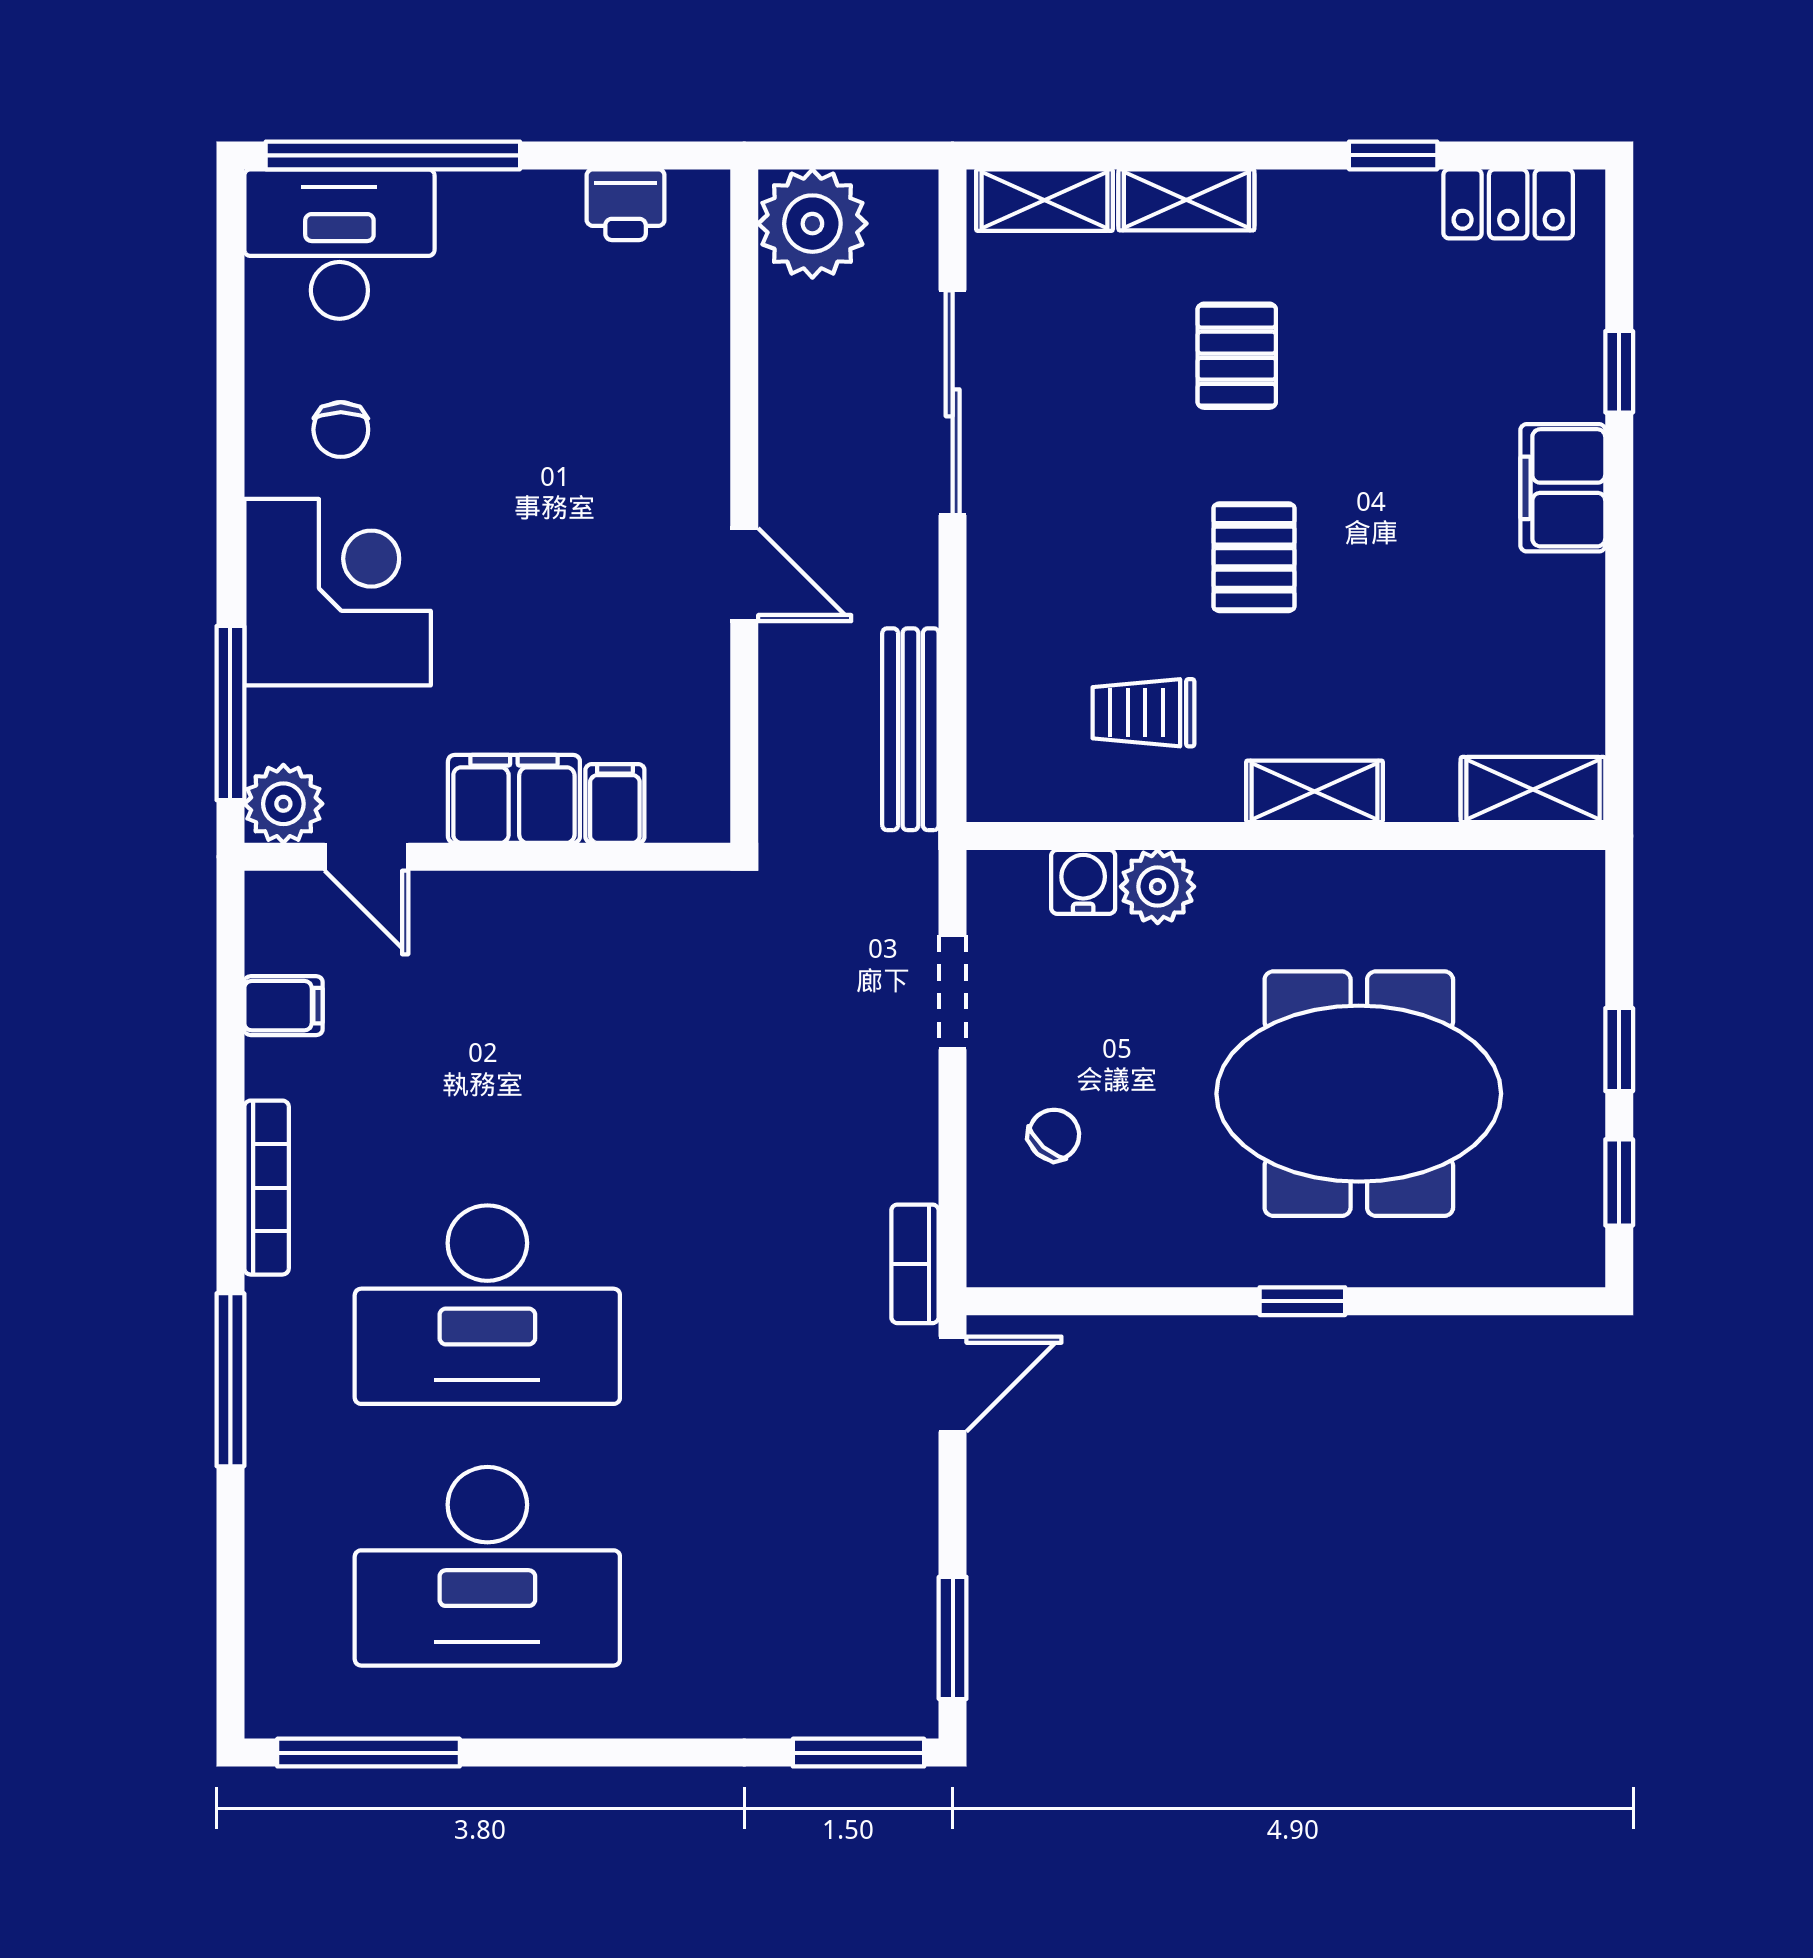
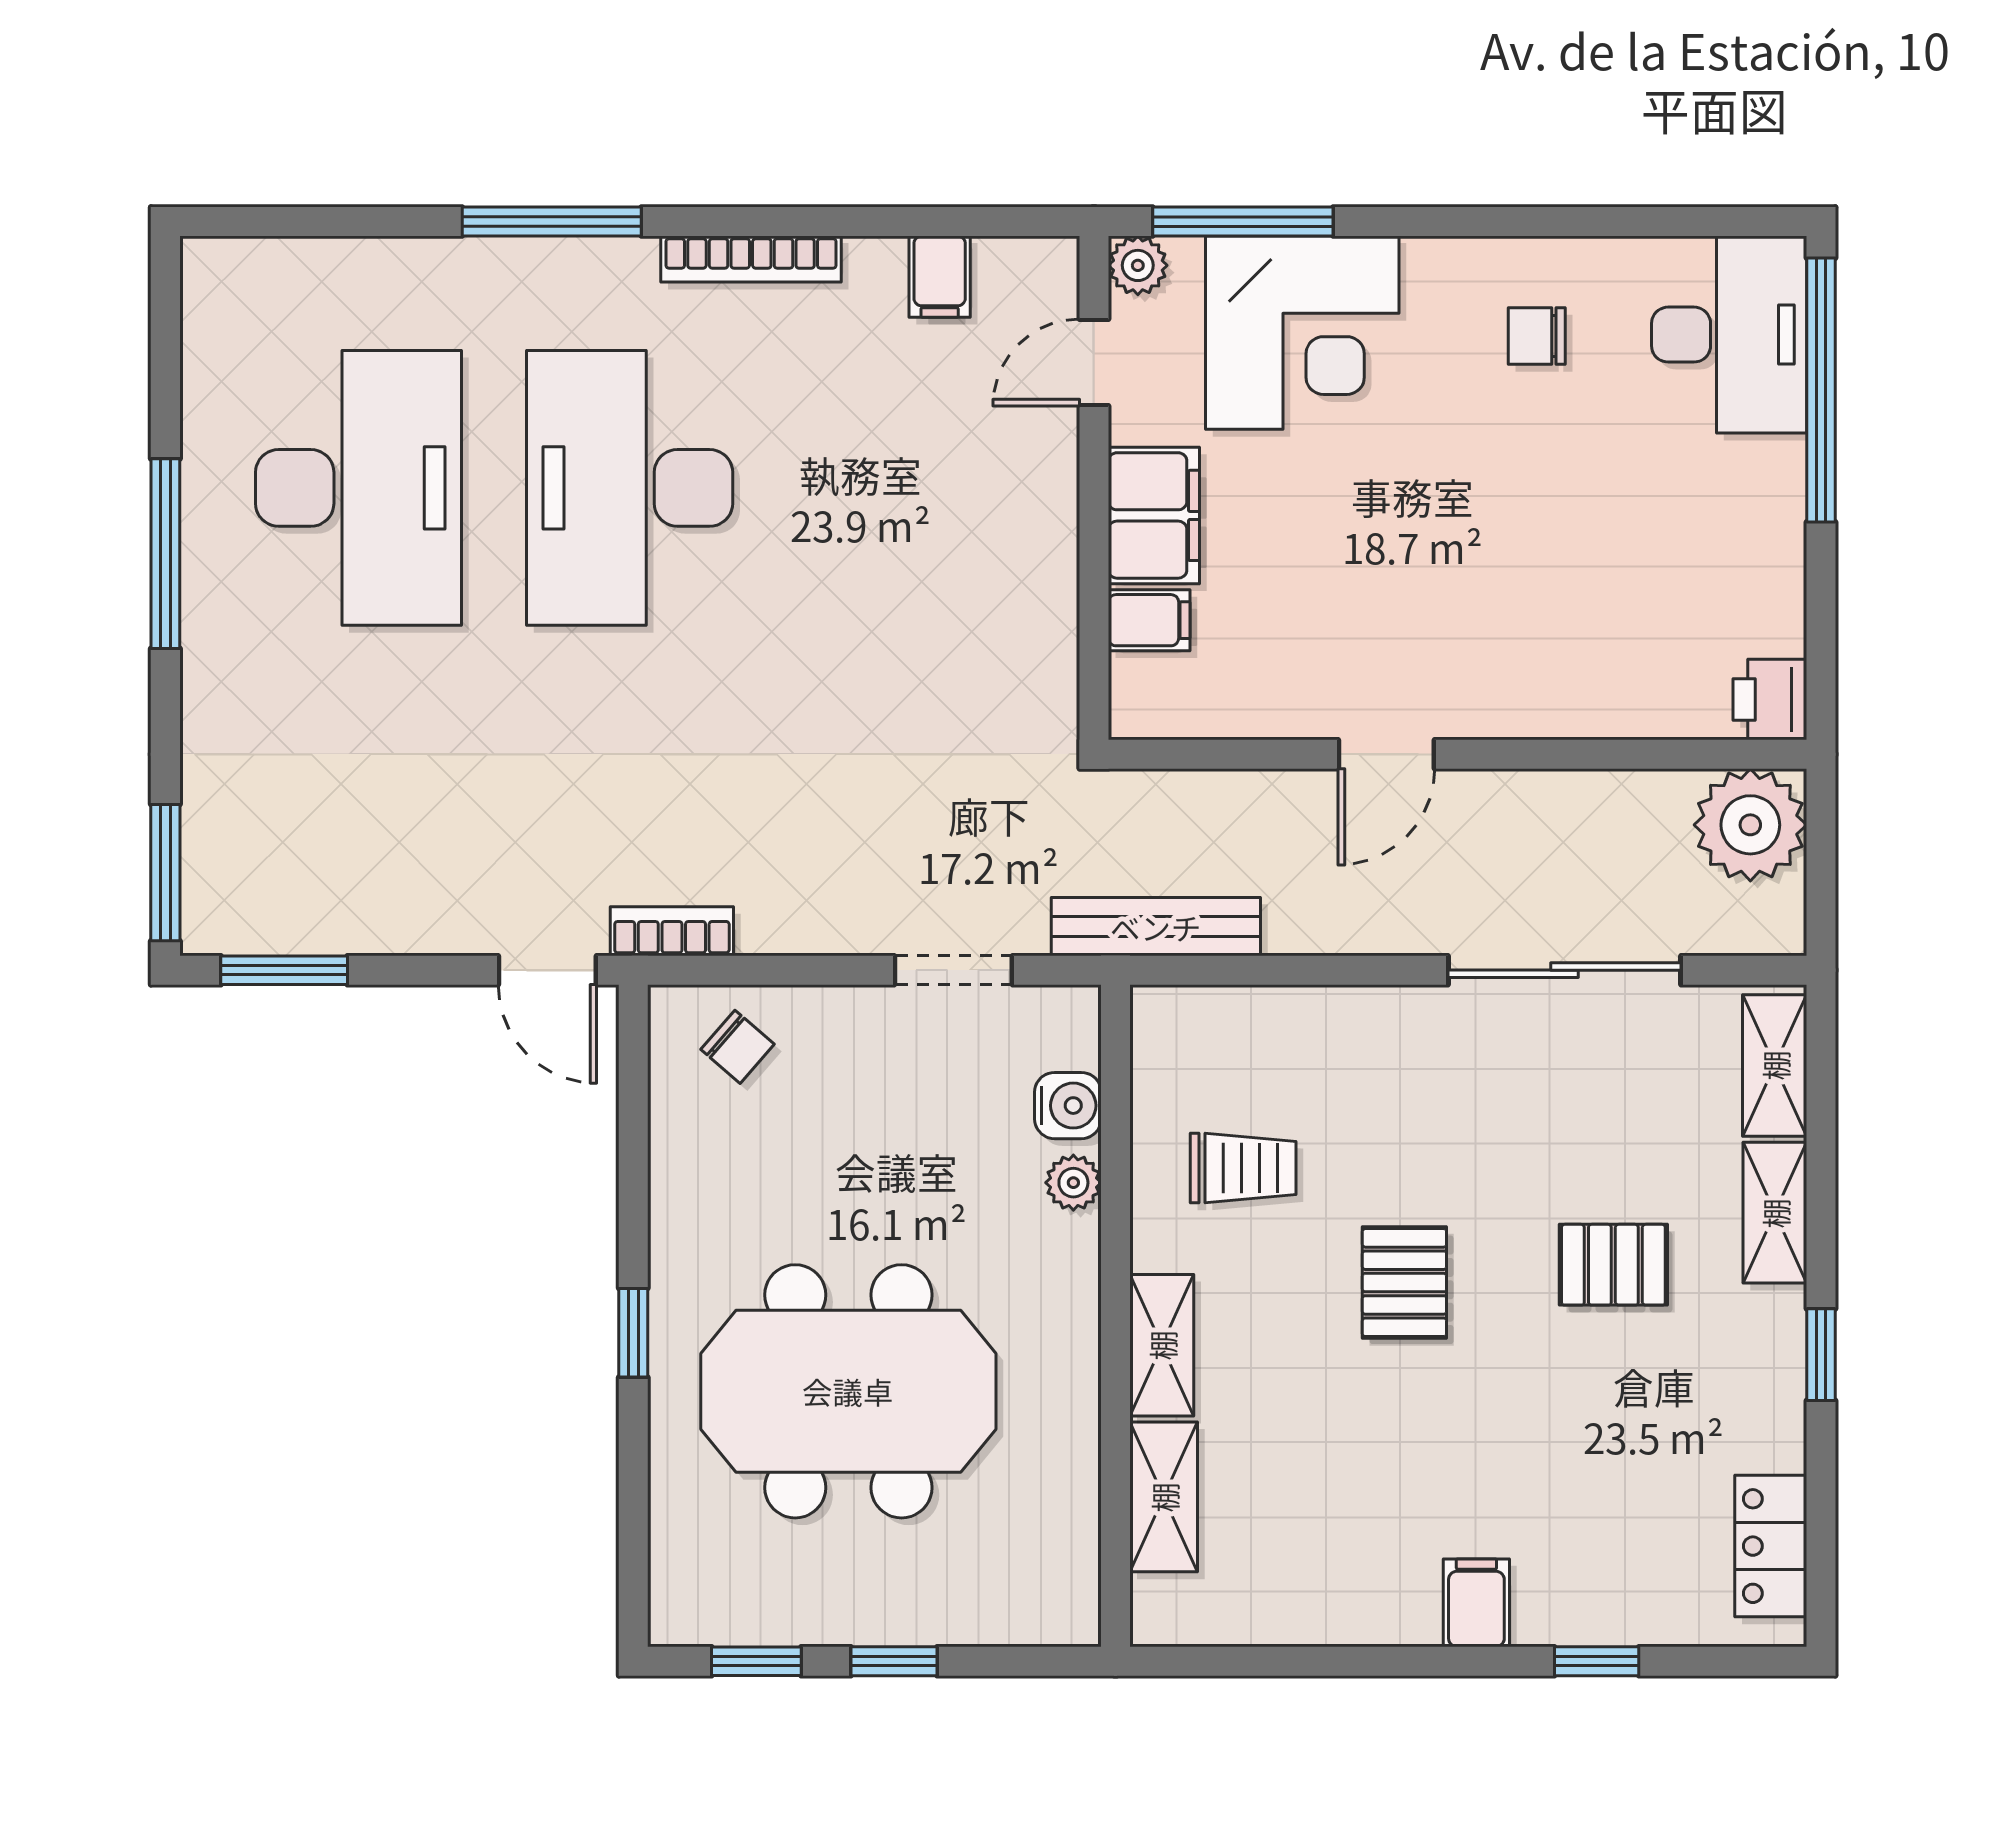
window: (1393, 155) -> (1821, 1355), moved
printer: (626, 205) -> (1770, 699), moved
filing cabinet: (1563, 488) -> (1476, 1603), width x0.50
pallet: (1254, 557) -> (1404, 1283), turned 90
corner desk: (338, 592) -> (1302, 333), moved
trolley: (1143, 713) -> (1243, 1168), turned 90
bench: (910, 729) -> (1156, 927), moved
shelving: (1533, 789) -> (1164, 1497), moved
plant: (283, 804) -> (1138, 265), width x0.73, depth x0.73
plant: (1158, 887) -> (1073, 1183), width x0.73, depth x0.73
meeting table: (1359, 1094) -> (848, 1391), turned 90
chair: (1054, 1135) -> (738, 1047), moved
desk: (487, 1566) -> (358, 488), turned 180
window: (368, 1753) -> (165, 554), moved

